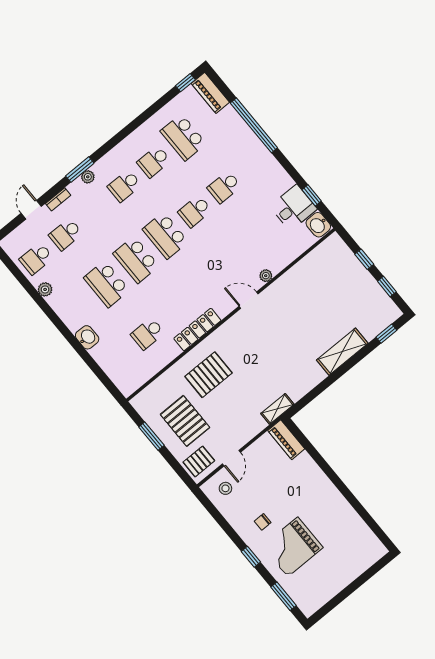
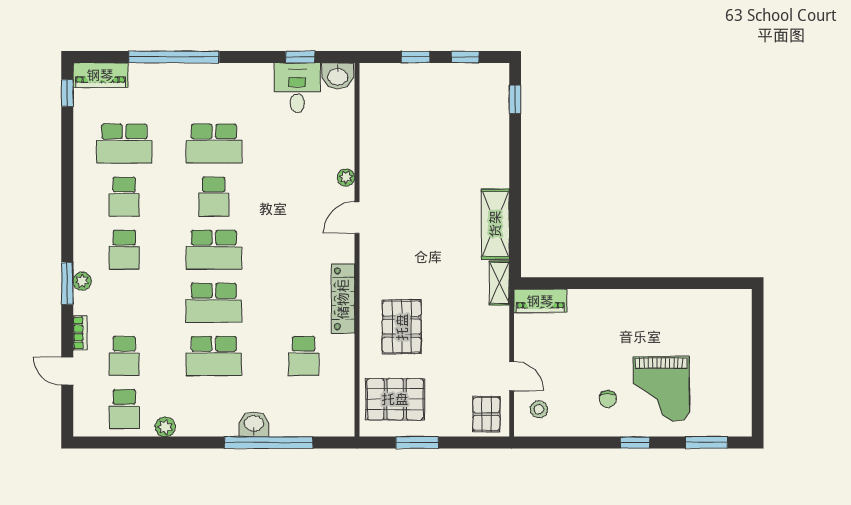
school desk: (224, 187) -> (214, 144), width x1.85
shelving: (342, 352) -> (495, 224), moved
window: (84, 354) -> (269, 443), added
pallet: (185, 421) -> (395, 399), moved

